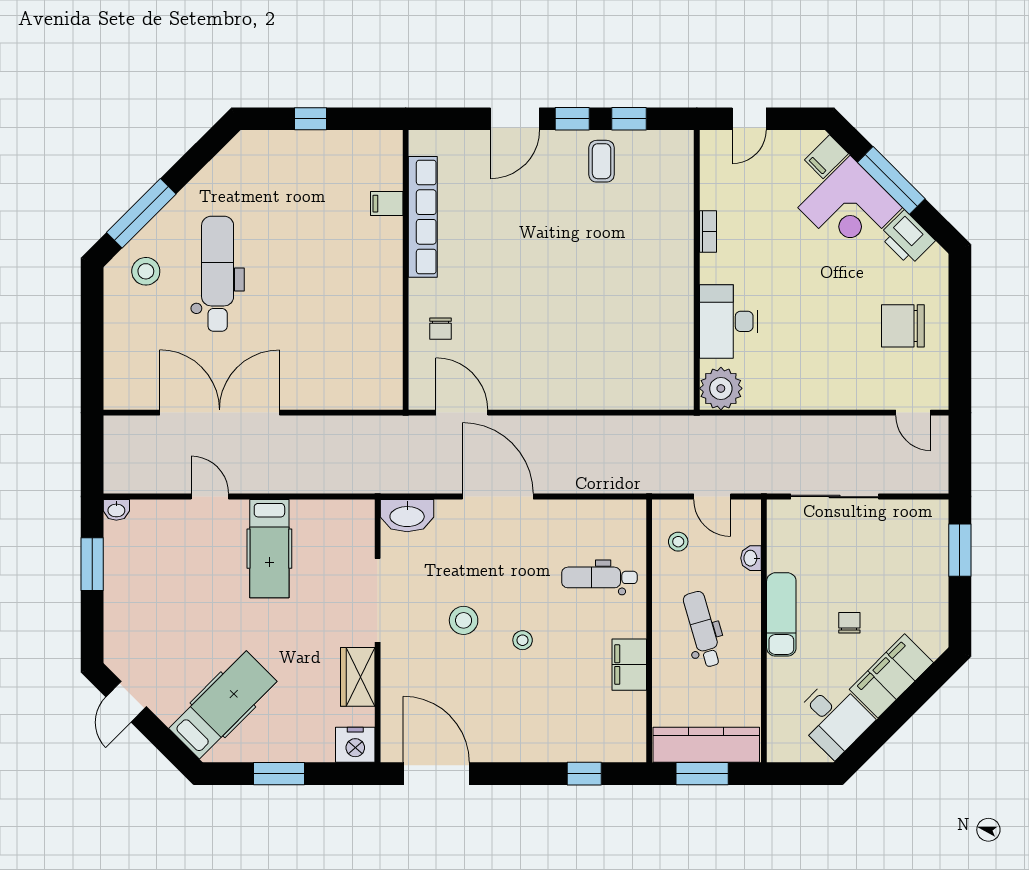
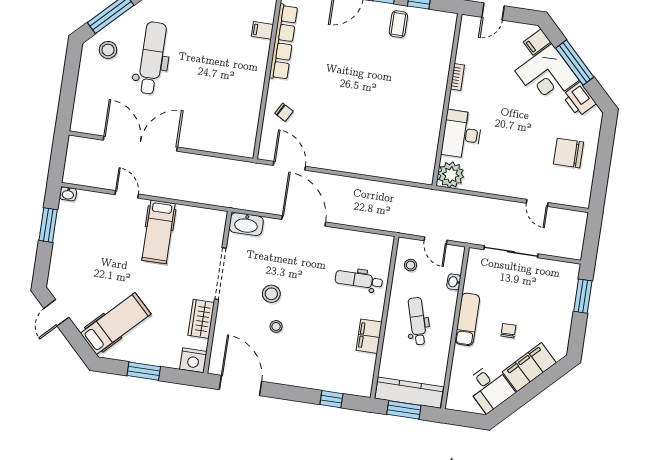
chair: (441, 329) -> (284, 112), turned -61
door: (913, 413) -> (537, 203), moved
stool: (523, 640) -> (276, 326), moved

